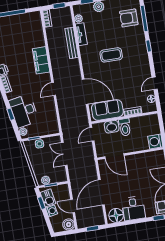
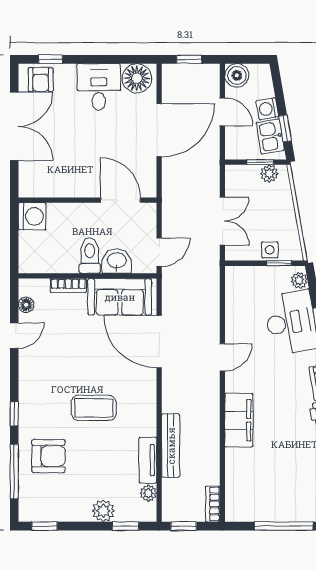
armchair: (129, 18) -> (48, 456), moved

